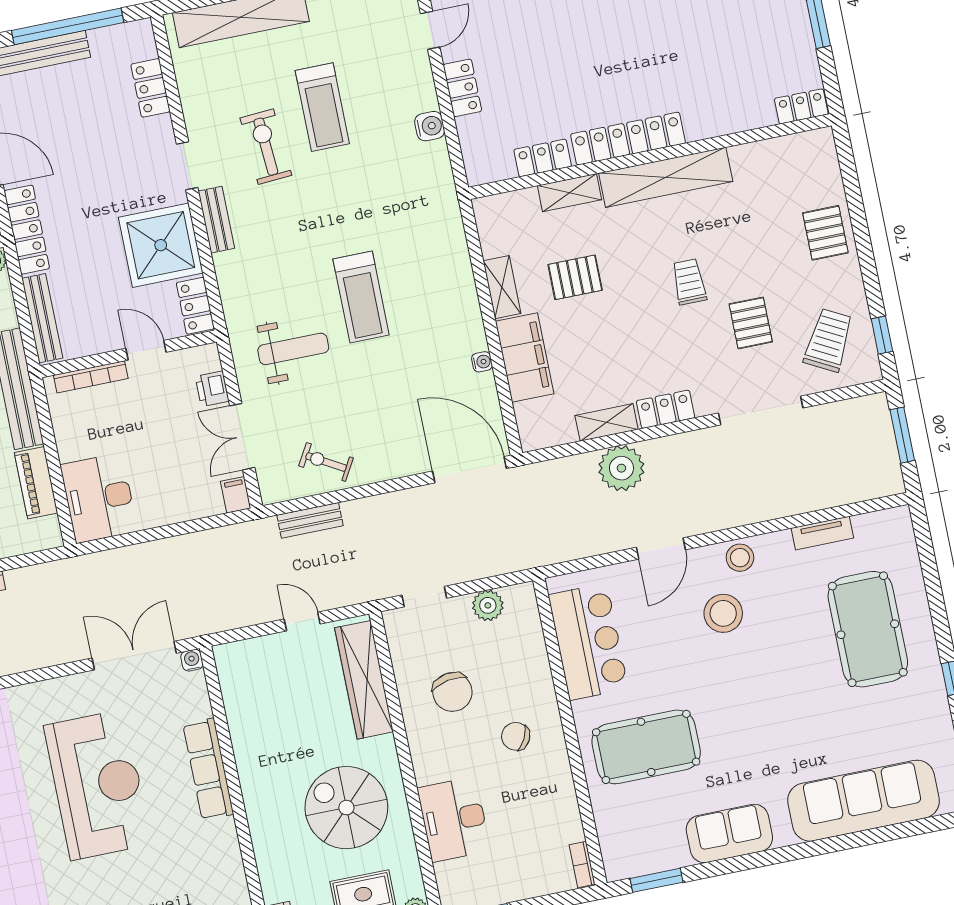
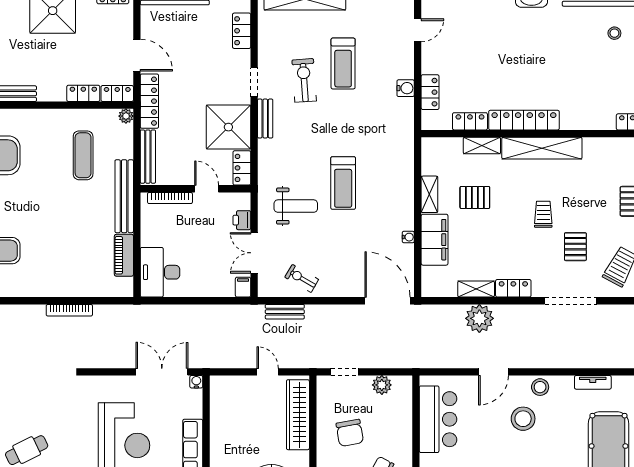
locker: (462, 88) -> (430, 92), moved

